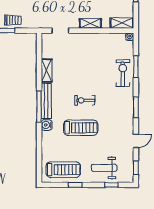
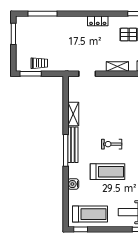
water cooler: (47, 125) -> (73, 184), moved
window: (75, 185) -> (81, 229), moved

